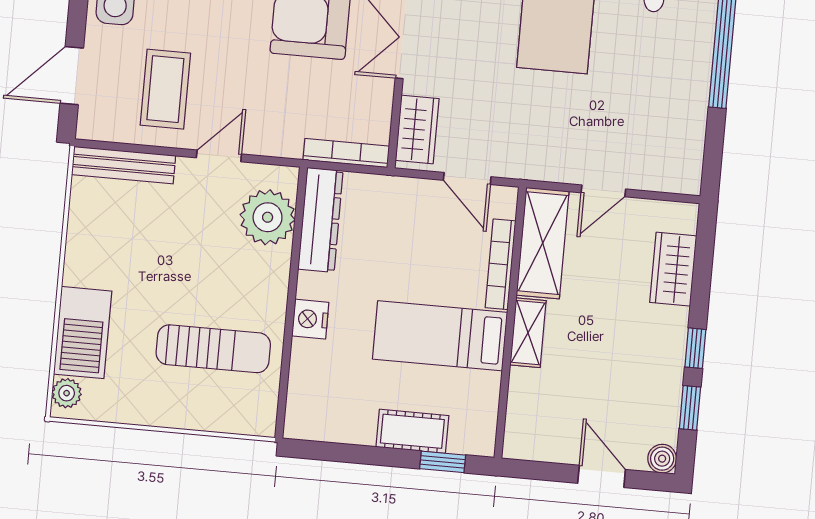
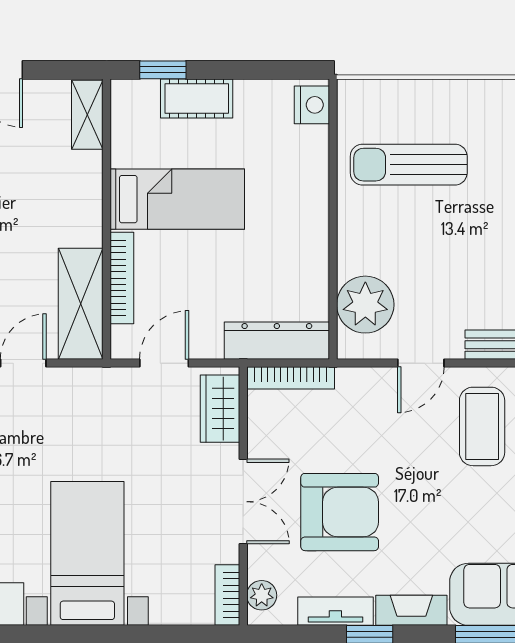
door: (467, 178) -> (164, 363), hinge flipped
dresser: (321, 220) -> (277, 341), moved, turned 90
nightstand: (310, 319) -> (312, 105), moved
shelving: (528, 333) -> (87, 115), moved

